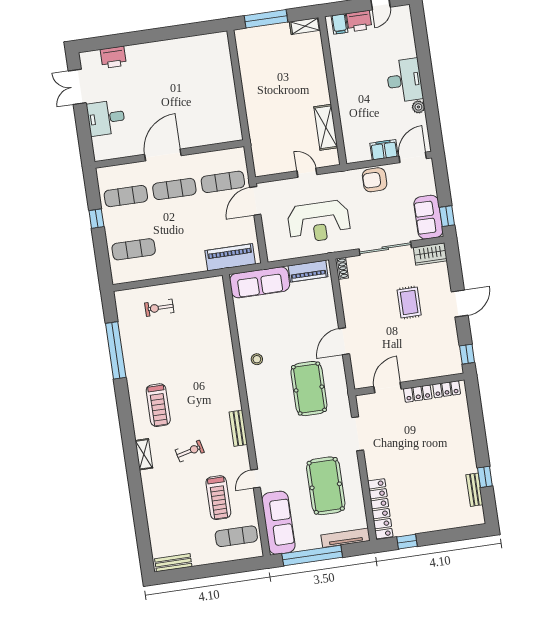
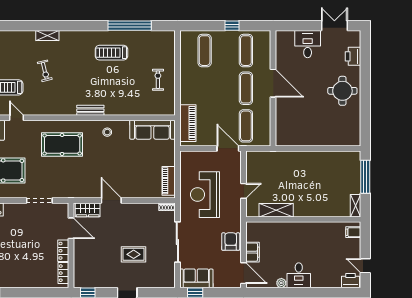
printer: (359, 21) -> (350, 281), moved, turned 90
round table: (160, 64) -> (342, 91), added
desk: (404, 80) -> (299, 275), width x0.73
wardrobe: (430, 254) -> (88, 210), moved, turned -90
sofa: (260, 282) -> (152, 130), moved, turned -90
exercise bike: (159, 308) -> (158, 80), moved
pool table: (309, 389) -> (62, 144), moved
treadmill: (158, 405) -> (112, 53), moved
bench: (238, 428) -> (90, 110), moved

